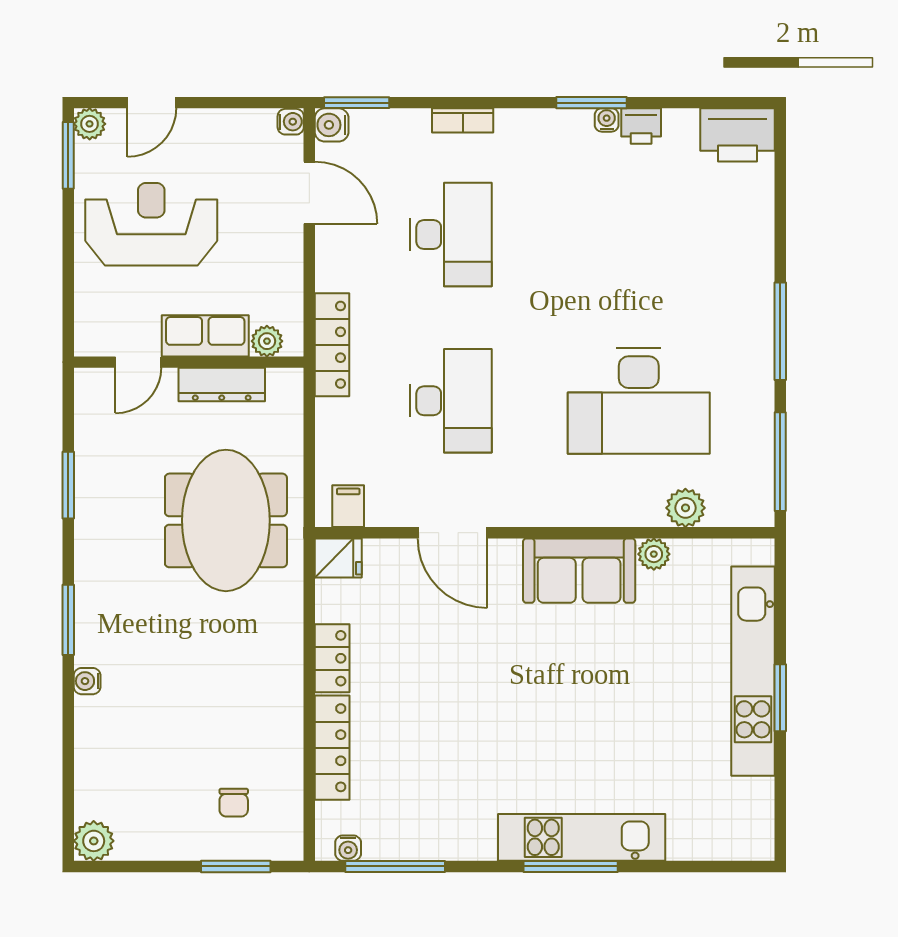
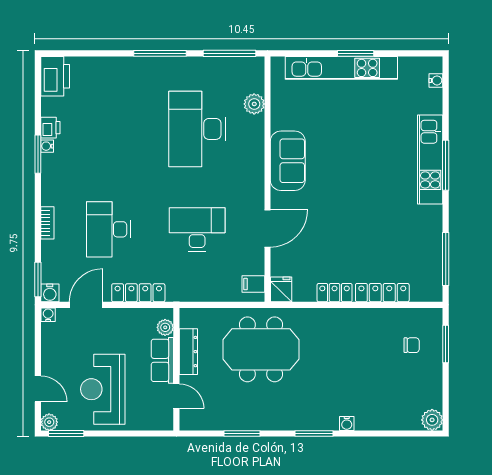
desk: (451, 235) -> (108, 229), turned -90
locker: (332, 345) -> (138, 293), moved
desk: (639, 401) -> (197, 129), turned 180
plant: (654, 554) -> (279, 121), removed
water cooler: (348, 848) -> (436, 80), moved

